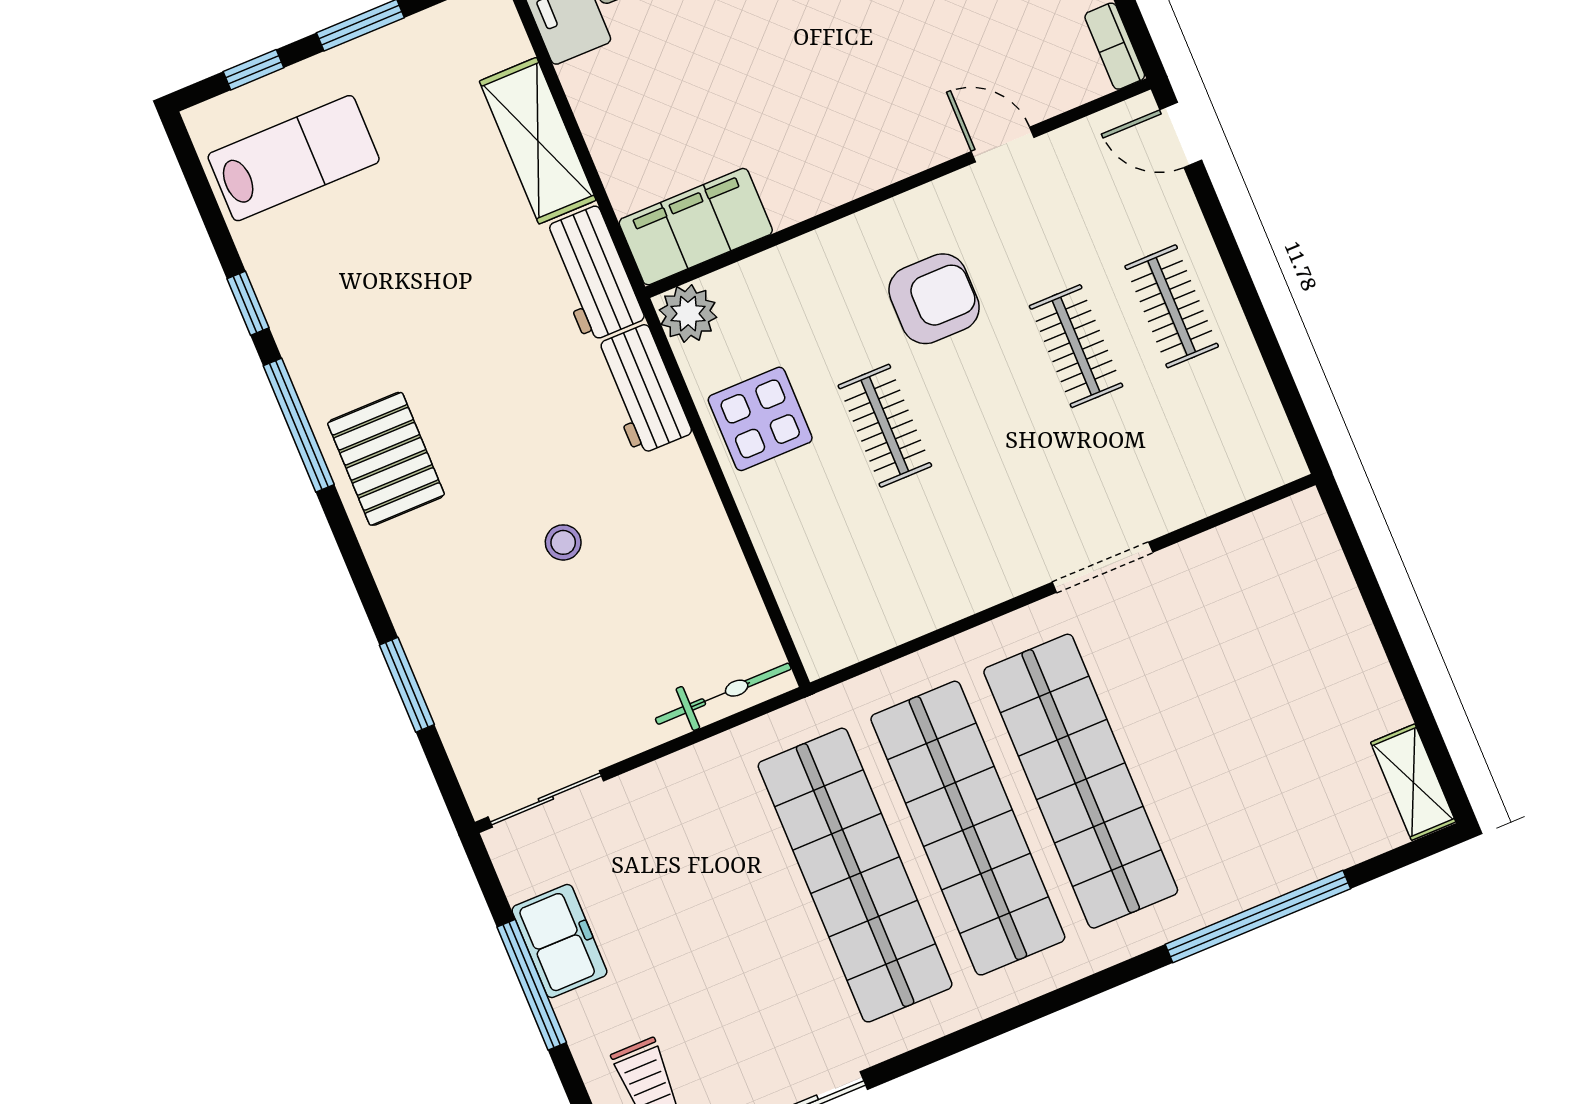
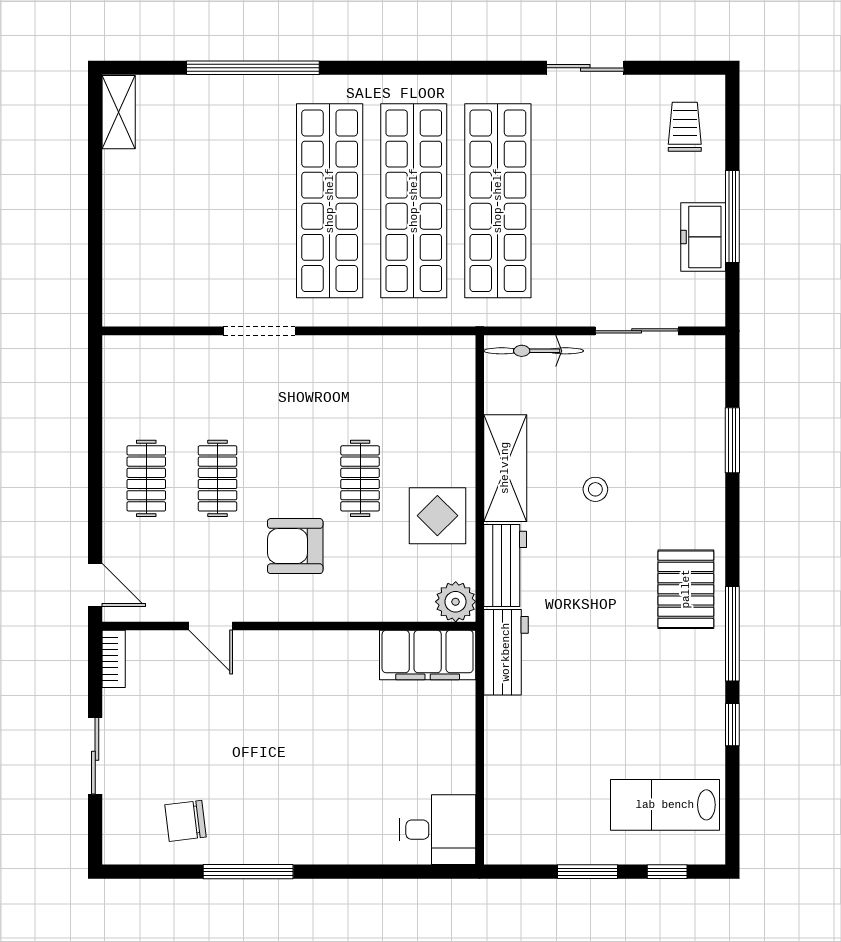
shelving: (538, 141) -> (505, 468), moved
sliding door: (546, 799) -> (637, 331), moved

